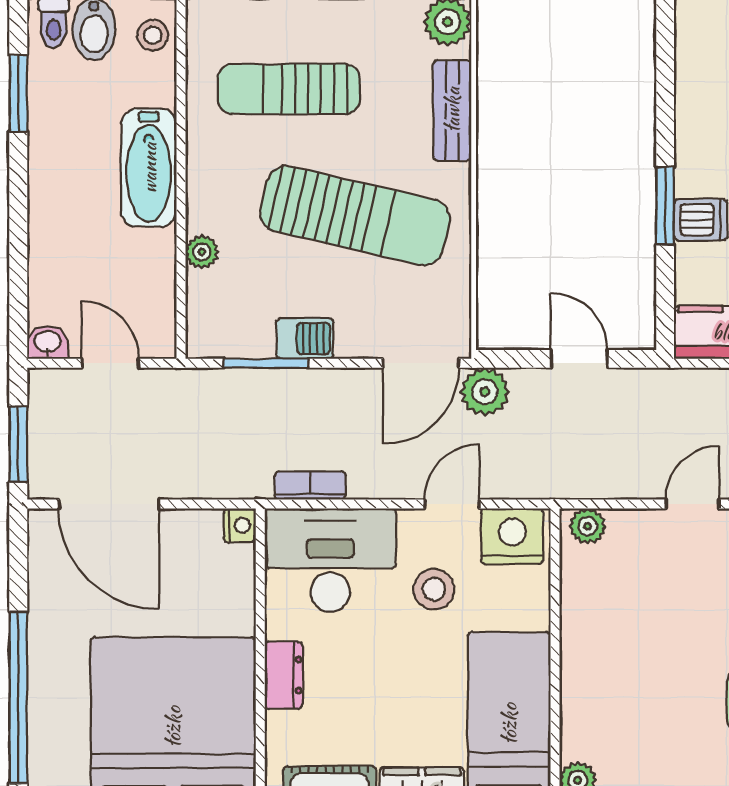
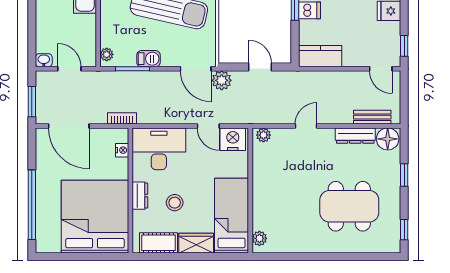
plant: (202, 252) -> (107, 54), moved
door: (421, 363) -> (196, 69), hinge flipped
bookcase: (310, 485) -> (122, 118), moved
door: (452, 504) -> (208, 126), swing flipped
nightstand: (240, 525) -> (122, 150), moved
stool: (434, 589) -> (175, 203), moved

